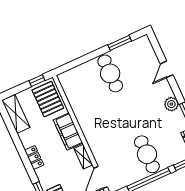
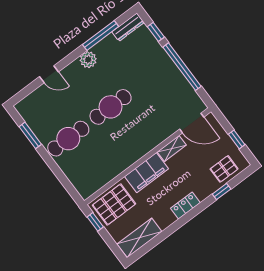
cafe table: (147, 154) -> (111, 107), moved

